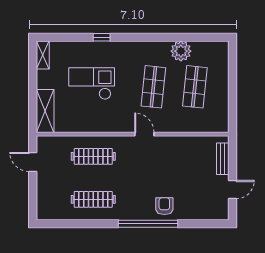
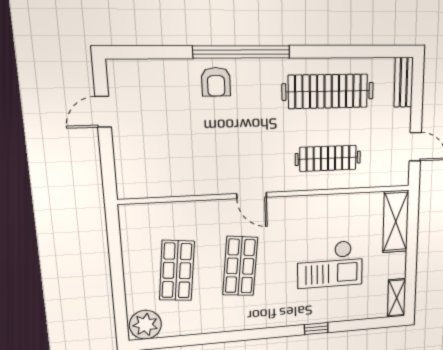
plant: (181, 51) -> (145, 325), moved
bench: (223, 159) -> (404, 82), moved
clothes rail: (93, 199) -> (328, 91), width x1.37, depth x1.31

